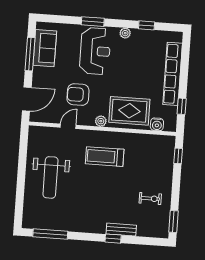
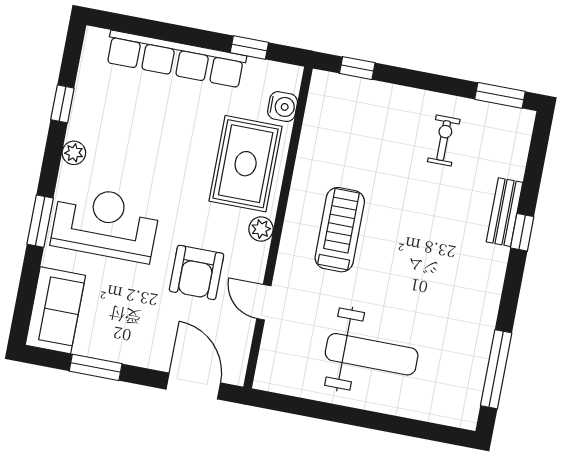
sofa: (45, 48) -> (55, 310), moved, turned 90
window: (30, 54) -> (96, 367), width x0.69
treadmill: (105, 157) -> (340, 230), turned 180

